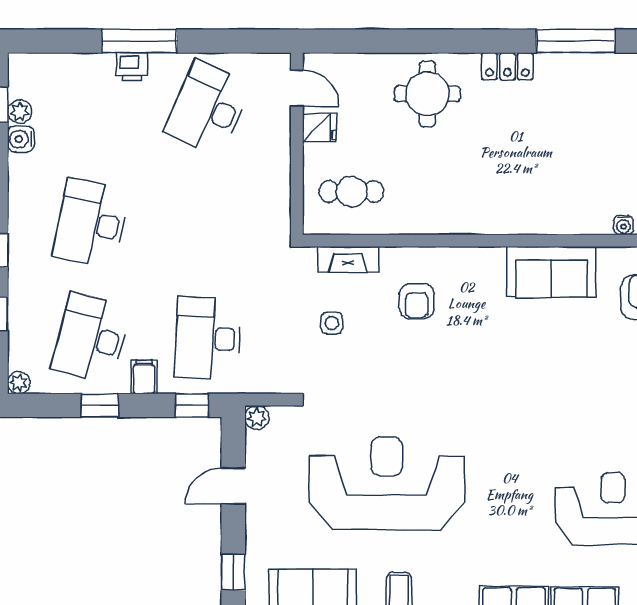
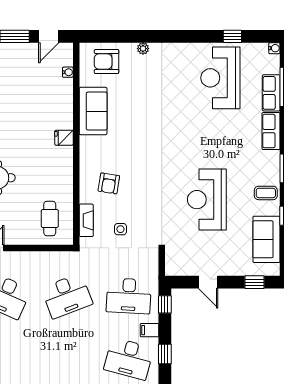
fridge: (320, 128) -> (64, 138), moved, turned -90
desk: (91, 223) -> (67, 296), moved, turned -33
armchair: (417, 301) -> (109, 183), turned 99
plant: (257, 418) -> (171, 269), removed
reception desk: (387, 483) -> (207, 200), width x0.74, depth x0.77

